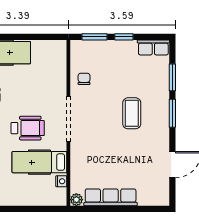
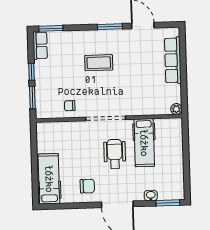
window: (172, 77) -> (51, 28), moved
window: (172, 113) -> (110, 27), moved
nightstand: (61, 181) -> (161, 123), removed
row of seats: (111, 197) -> (173, 60), moved

